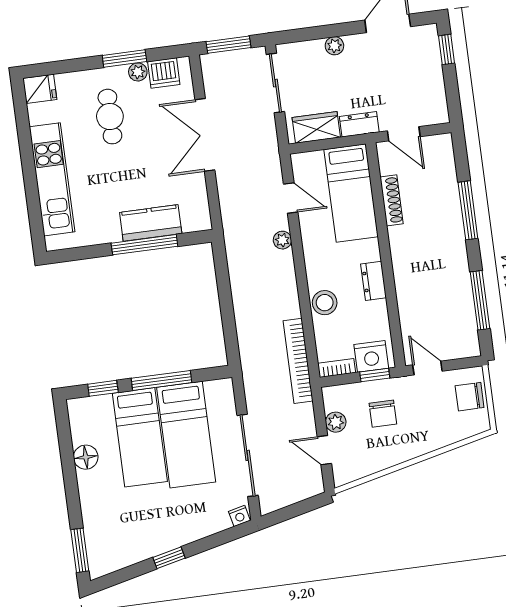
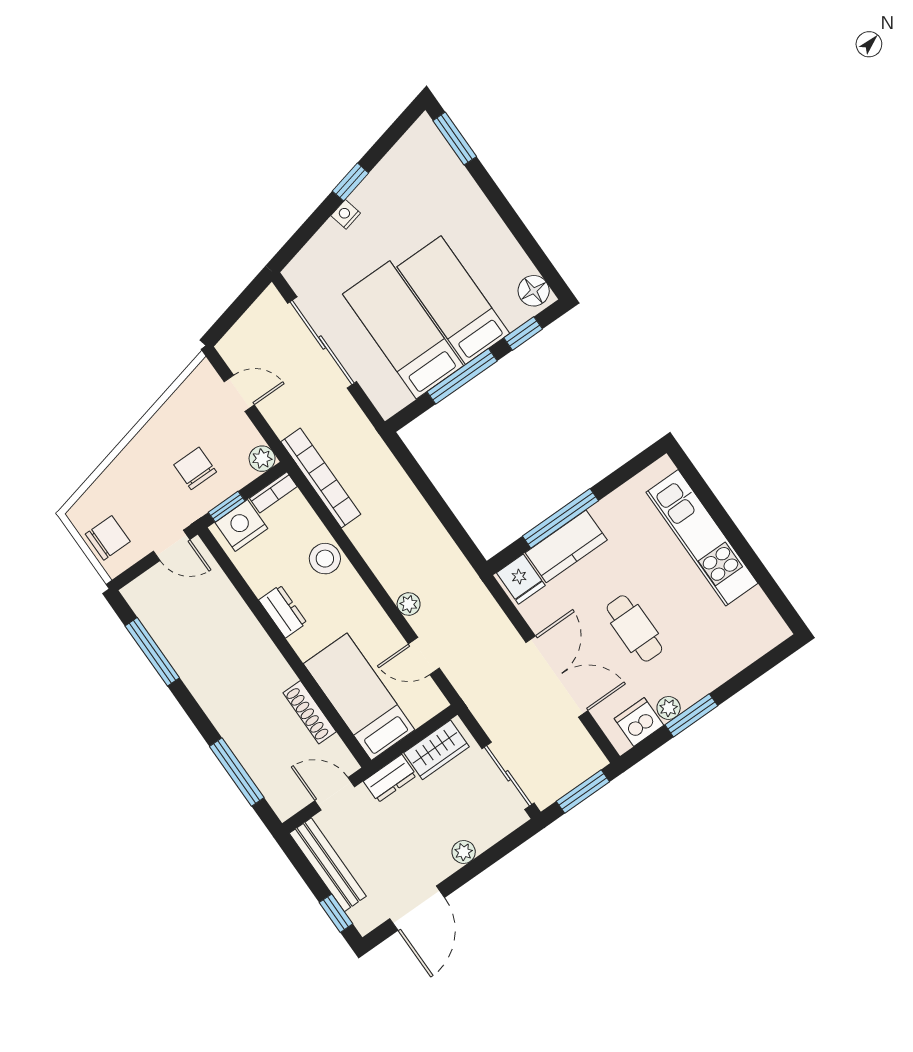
bench: (435, 86) -> (328, 865), added
fridge: (40, 89) -> (521, 579), moved, turned -90
cafe table: (110, 117) -> (634, 628), moved
window: (468, 210) -> (237, 772), moved
plant: (336, 422) -> (262, 459), moved
floor lamp: (86, 457) -> (534, 291), moved
nightstand: (239, 516) -> (346, 214), moved

